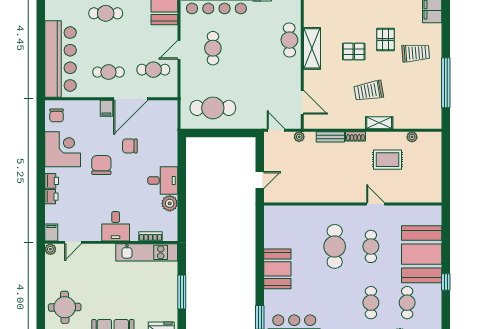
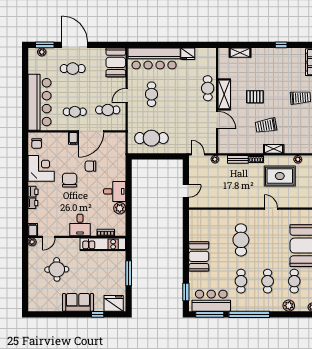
pallet: (385, 40) -> (278, 88), removed
door: (302, 102) -> (217, 120), moved
rug: (388, 160) -> (280, 176), width x1.36, depth x1.43
cafe table: (371, 246) -> (241, 281), moved
round table: (65, 307) -> (57, 269), moved

